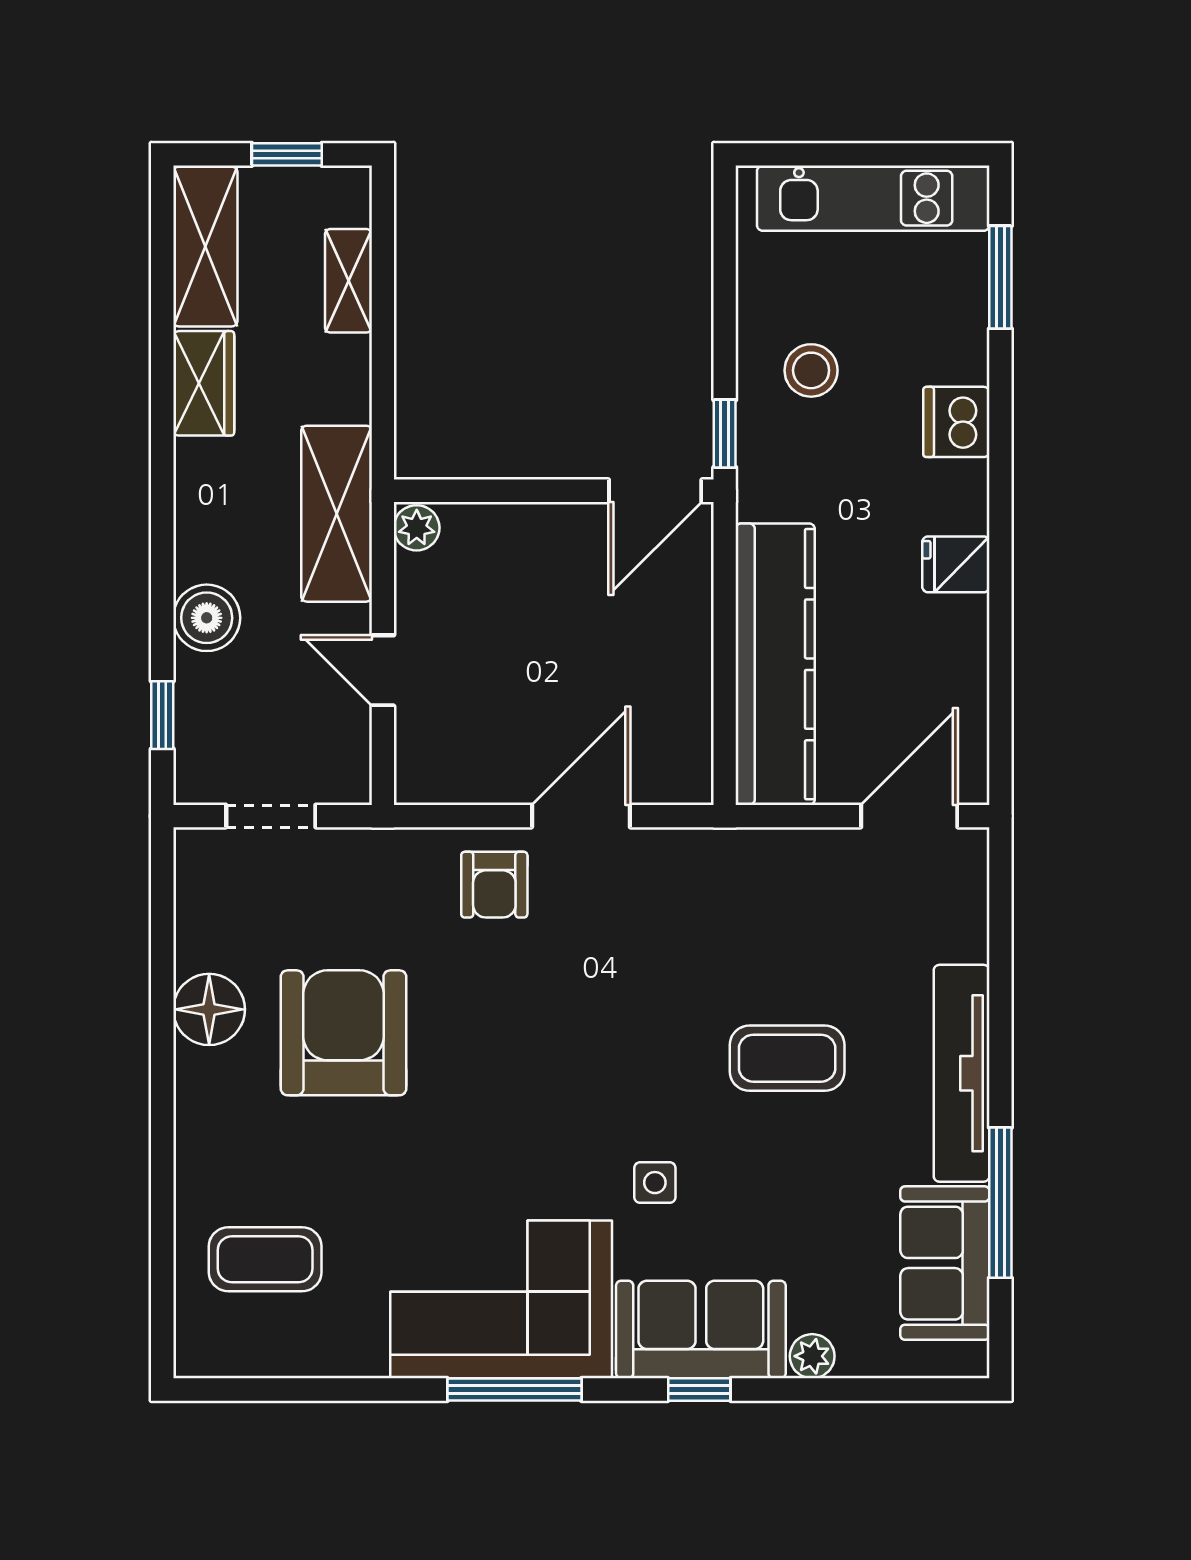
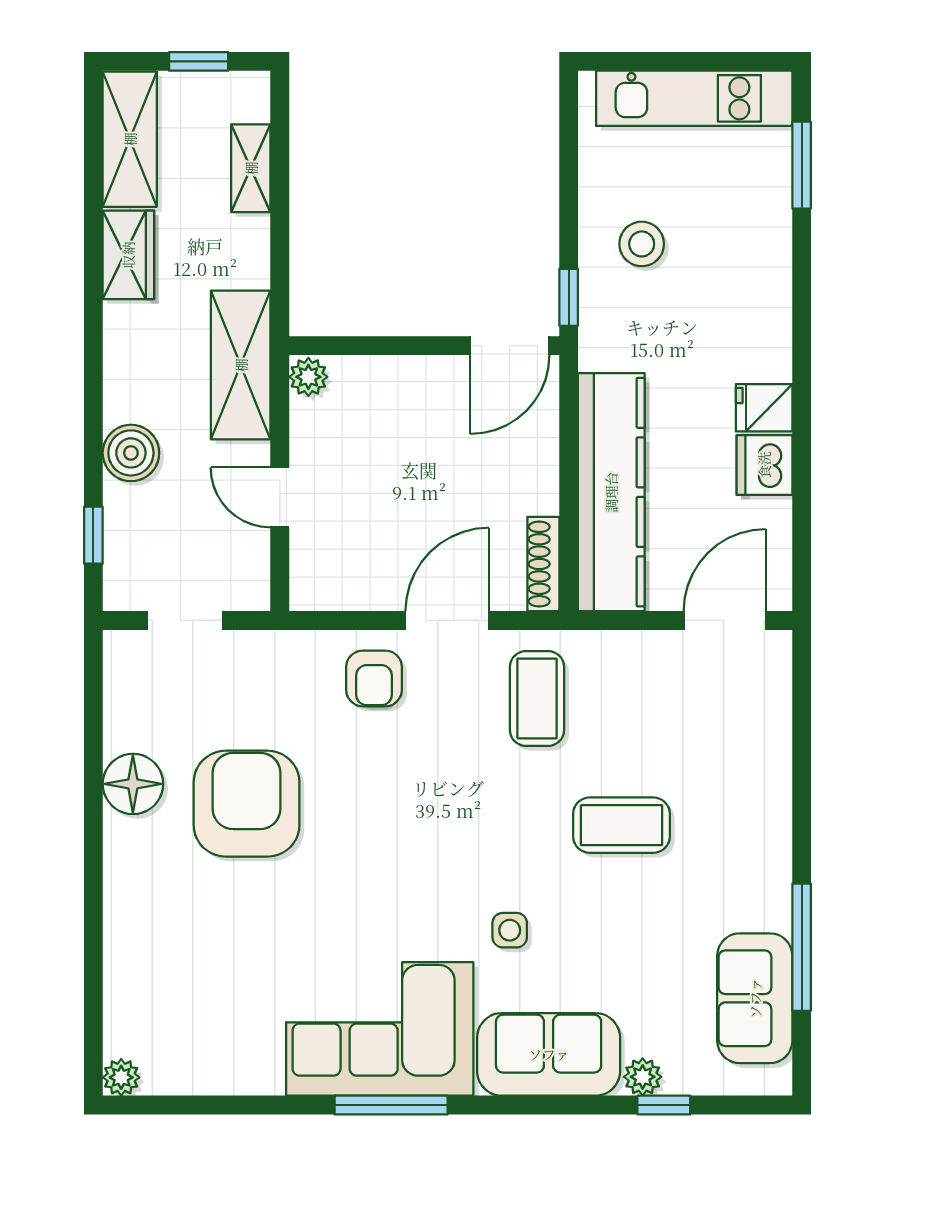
dishwasher: (956, 422) -> (764, 465), moved
shoe rack: (695, 749) -> (543, 564), added
tv unit: (962, 1073) -> (769, 838), removed
coffee table: (265, 1259) -> (537, 698), moved, turned 90
plant: (195, 1357) -> (121, 1077), added
window: (699, 1389) -> (664, 1105), moved

